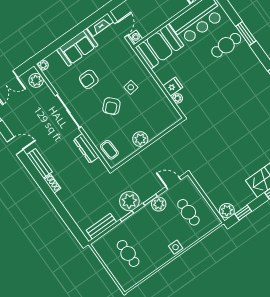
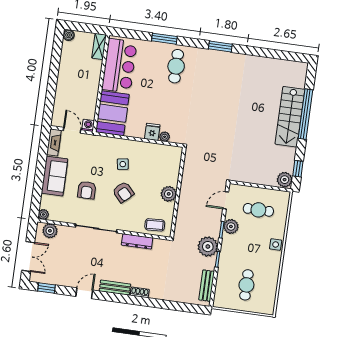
cafe table: (226, 45) -> (176, 66), moved
cafe table: (128, 253) -> (246, 285), turned 90

